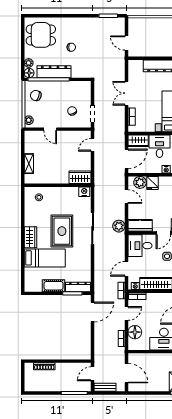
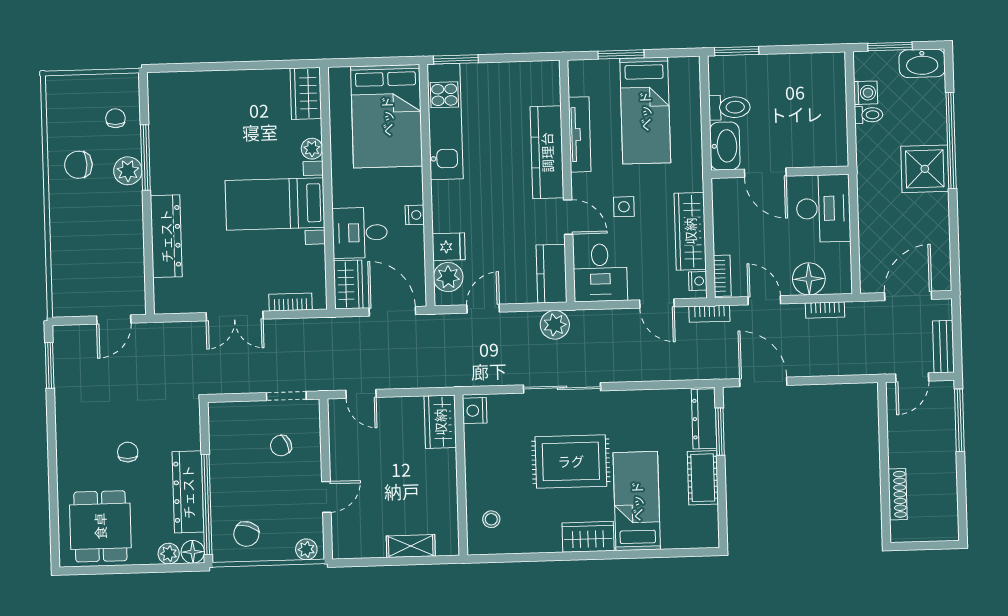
door: (93, 374) -> (912, 377), hinge flipped

